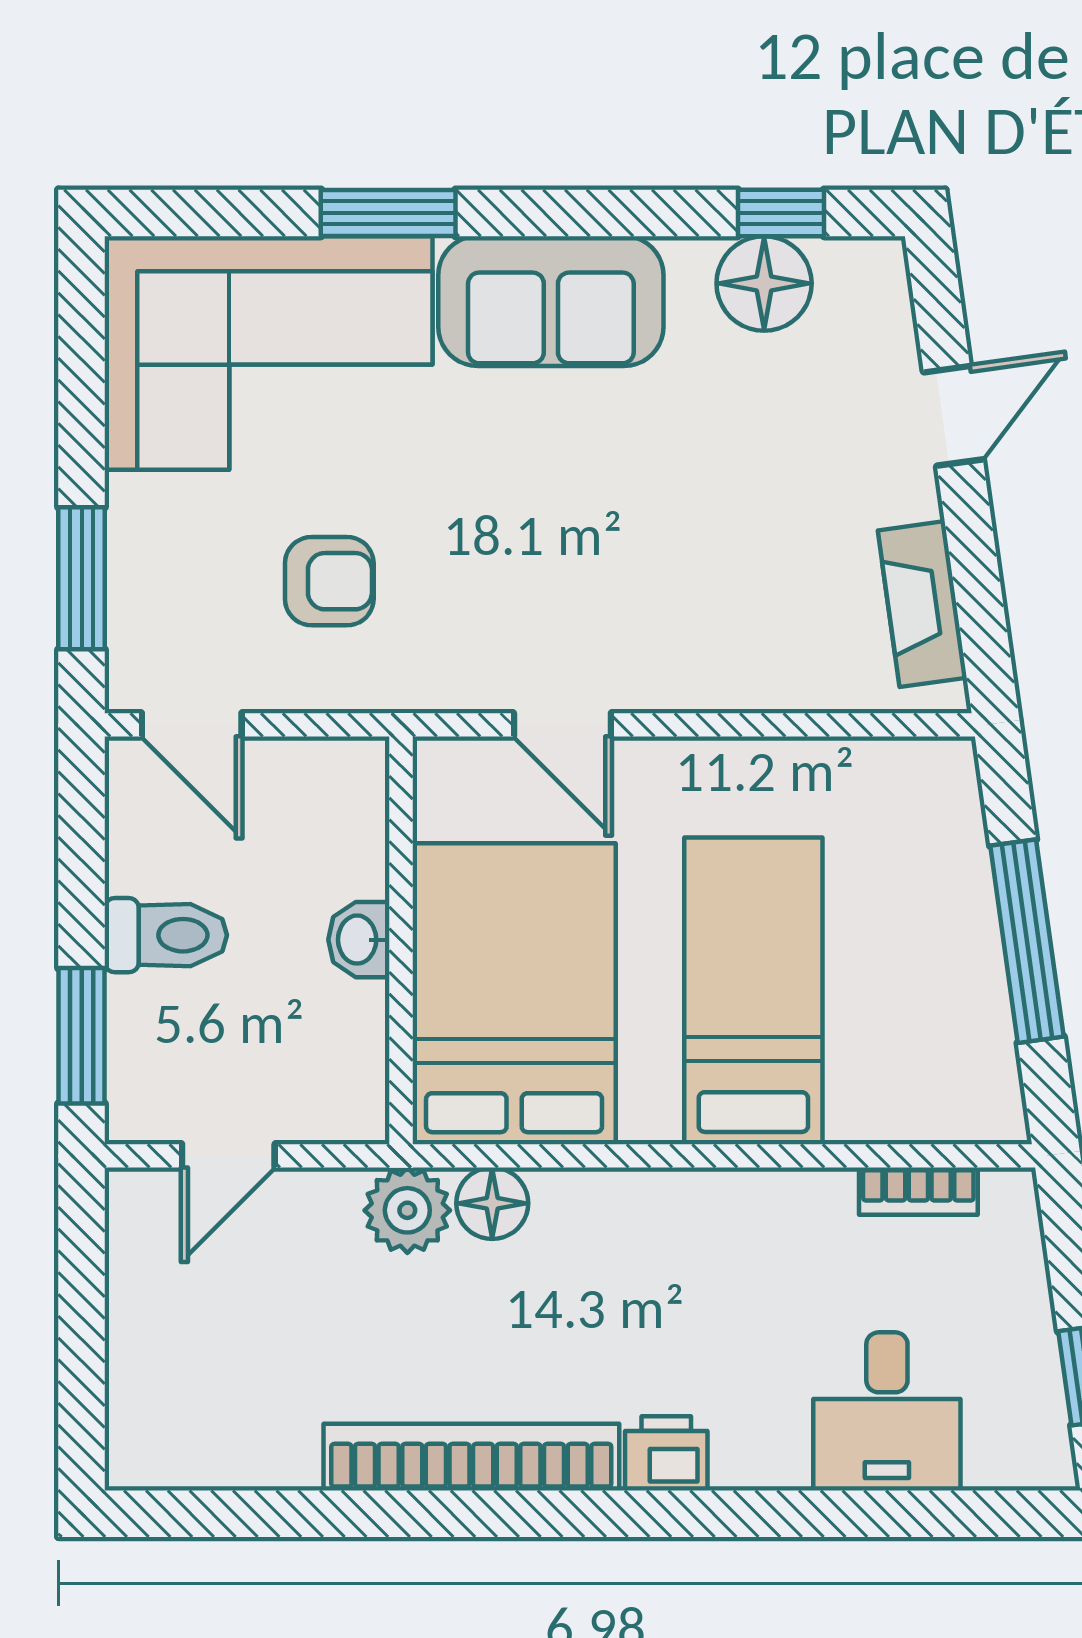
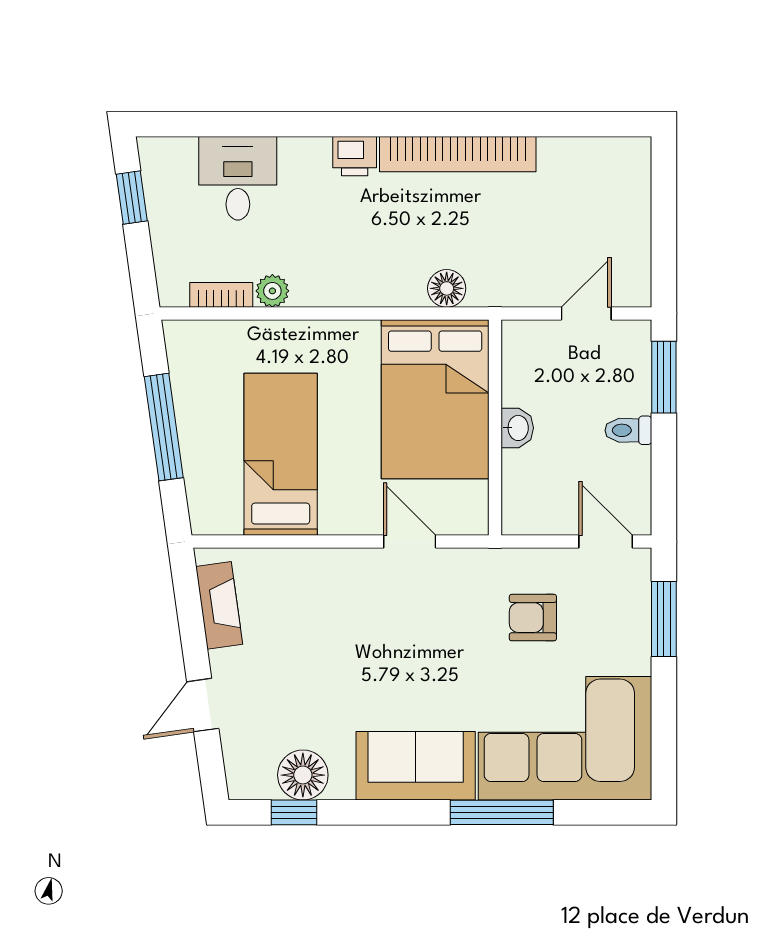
window: (388, 213) -> (502, 812), width x1.44
toilet: (166, 935) -> (628, 430), width x0.73, depth x0.72
bed: (753, 991) -> (281, 454), moved, turned 180
plant: (407, 1210) -> (272, 291), moved, width x0.73, depth x0.73

